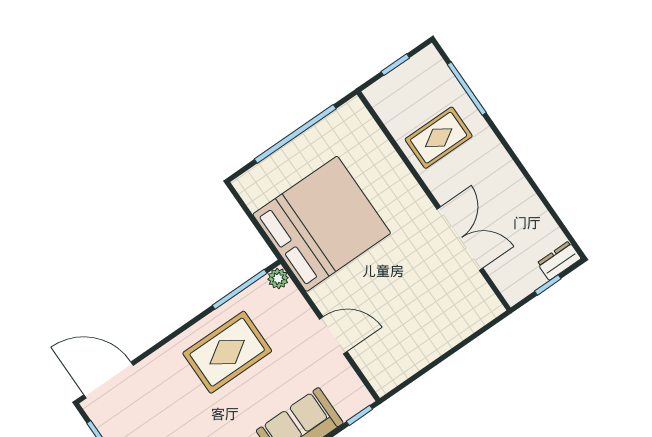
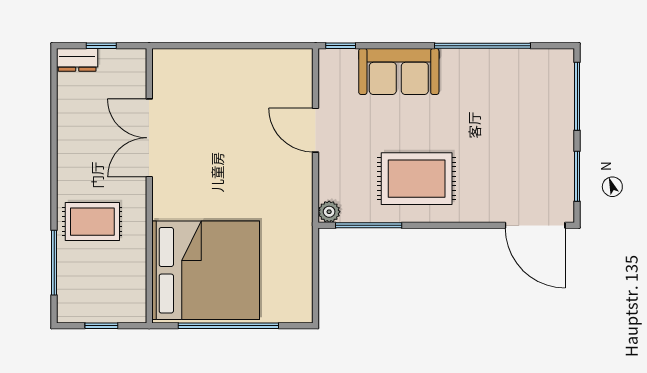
rug: (439, 138) -> (92, 222), moved
bed: (322, 224) -> (206, 270), moved, turned 180

